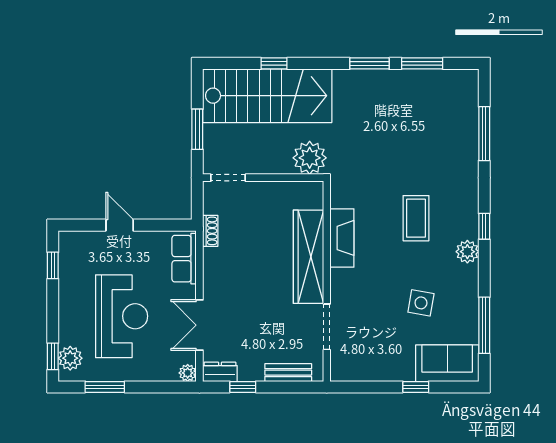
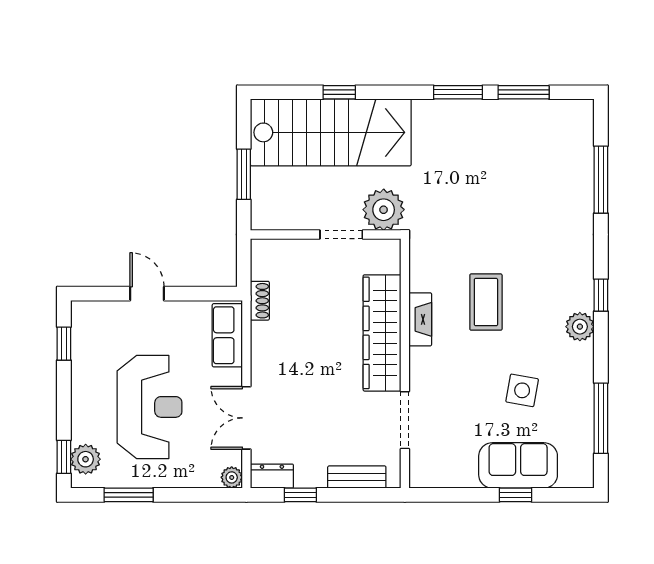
doorway: (228, 178) -> (341, 235), moved
coffee table: (416, 218) -> (486, 302), moved
fireplace: (342, 238) -> (420, 319), width x0.73, depth x0.76
sofa: (447, 363) -> (518, 465), moved

